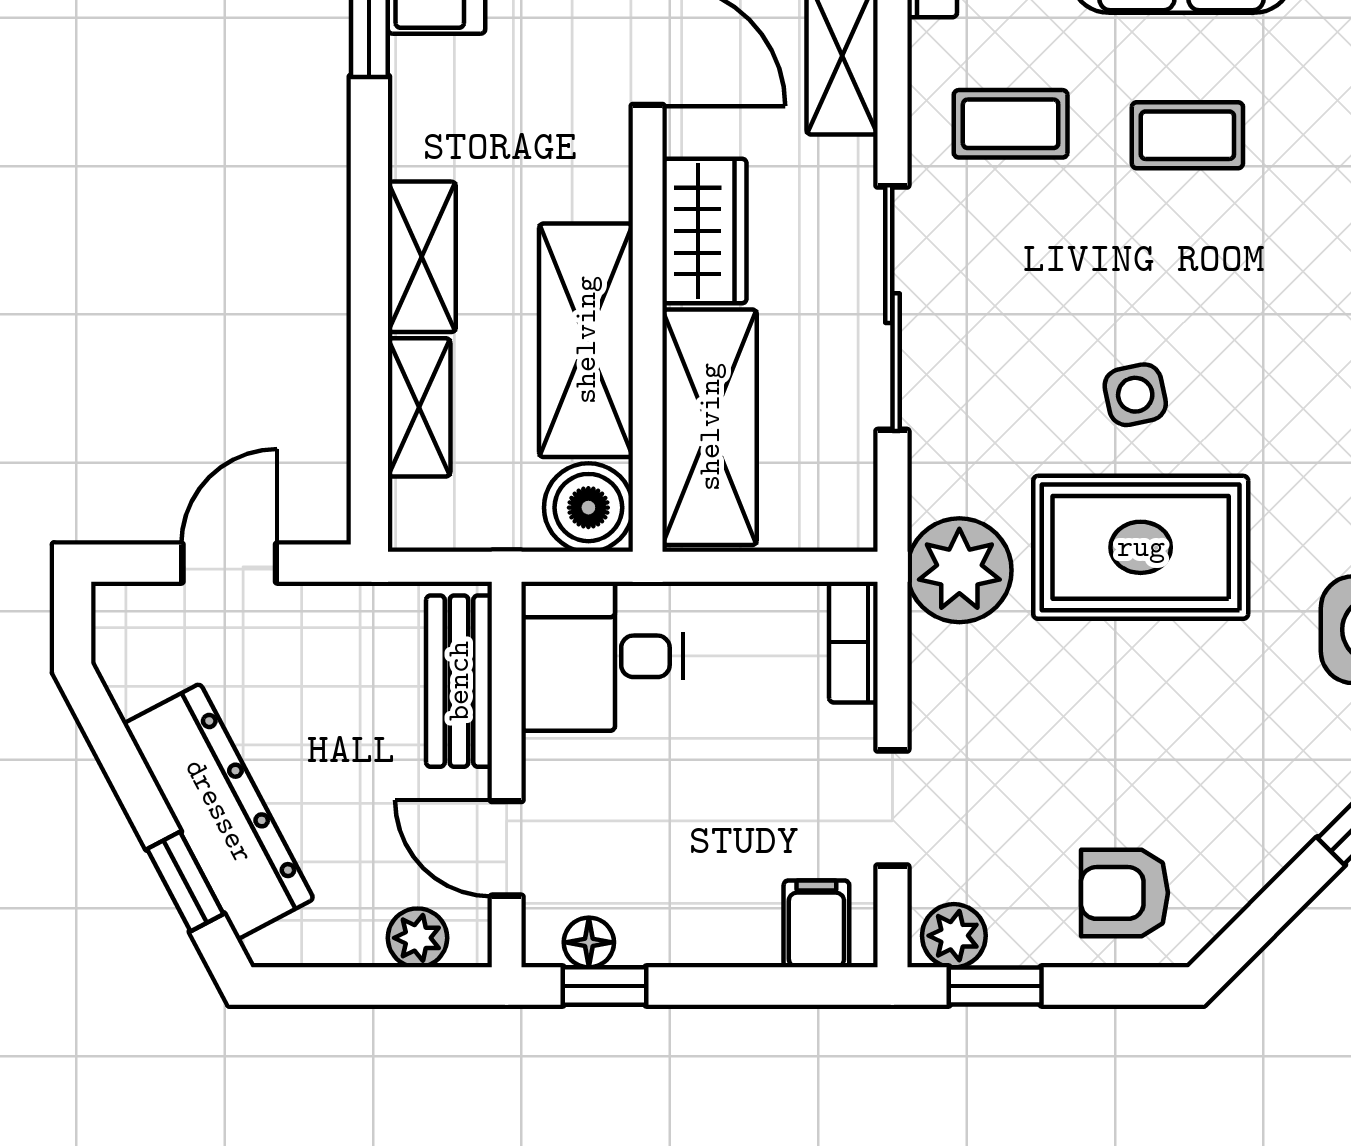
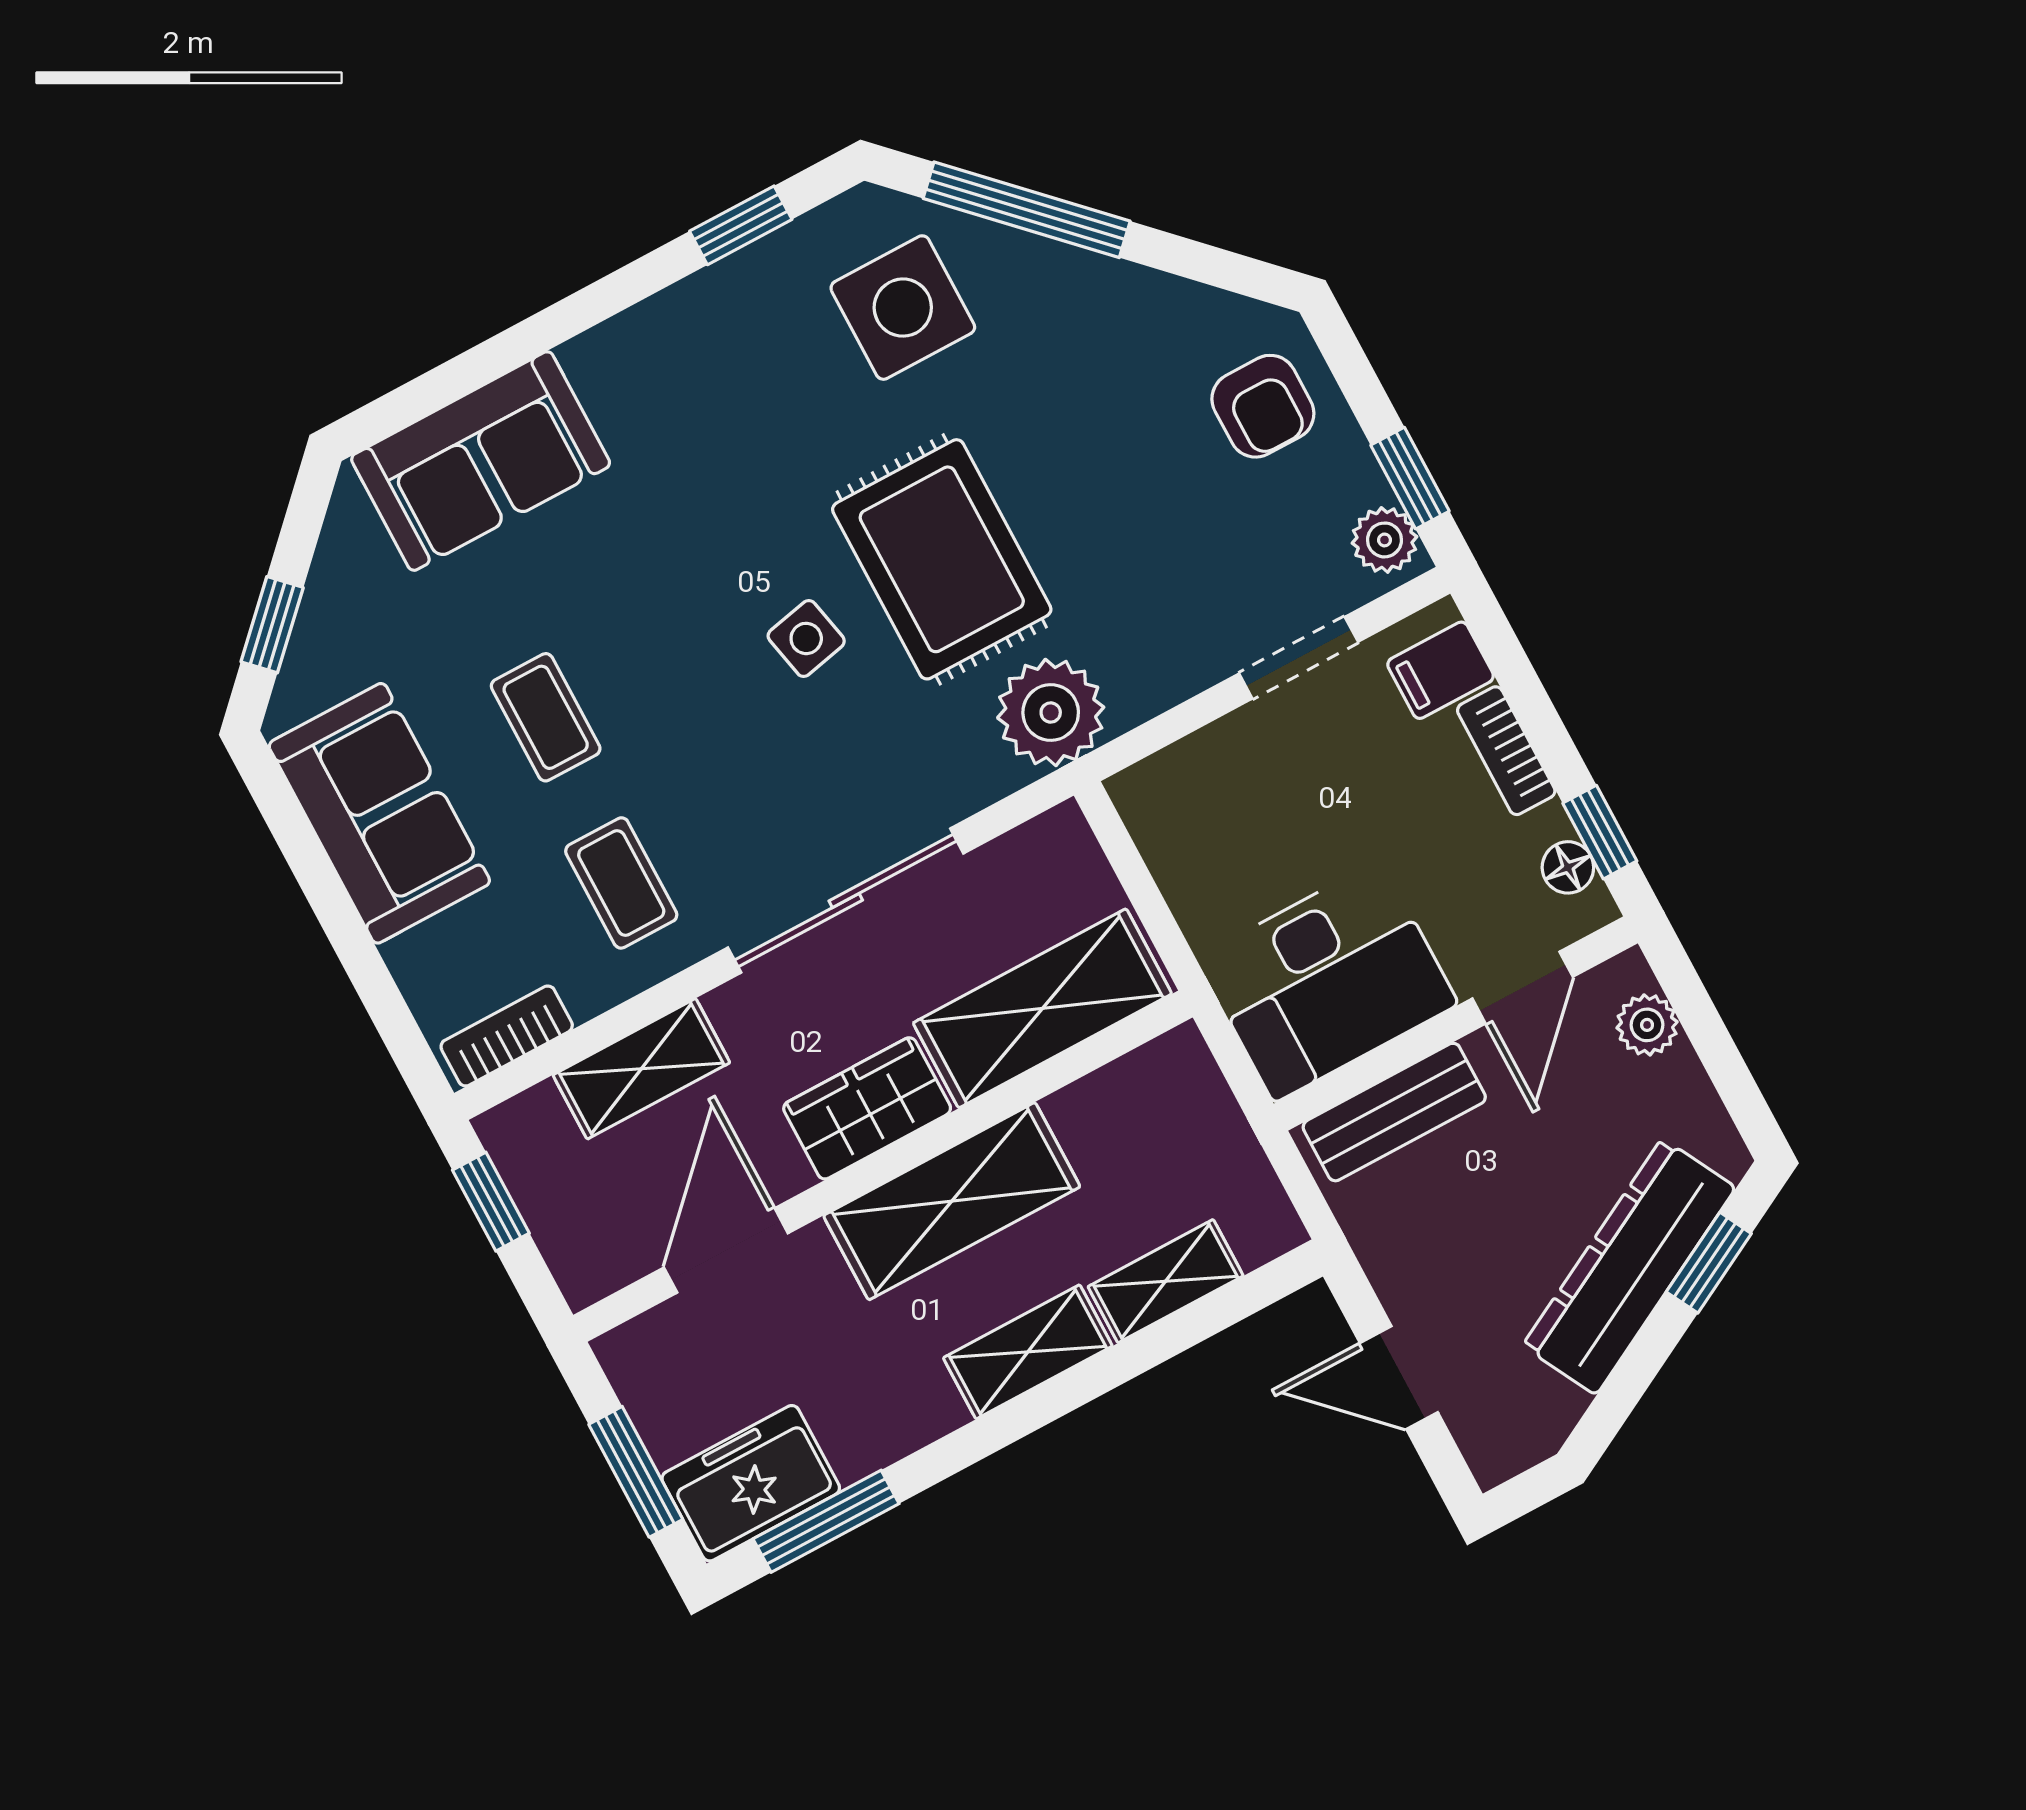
shelving: (586, 340) -> (952, 1201), moved
boiler: (588, 508) -> (1174, 1079), removed
bookcase: (853, 642) -> (1506, 751), moved, turned 90
desk: (602, 656) -> (1327, 981), width x1.37

